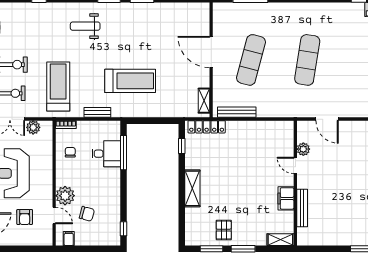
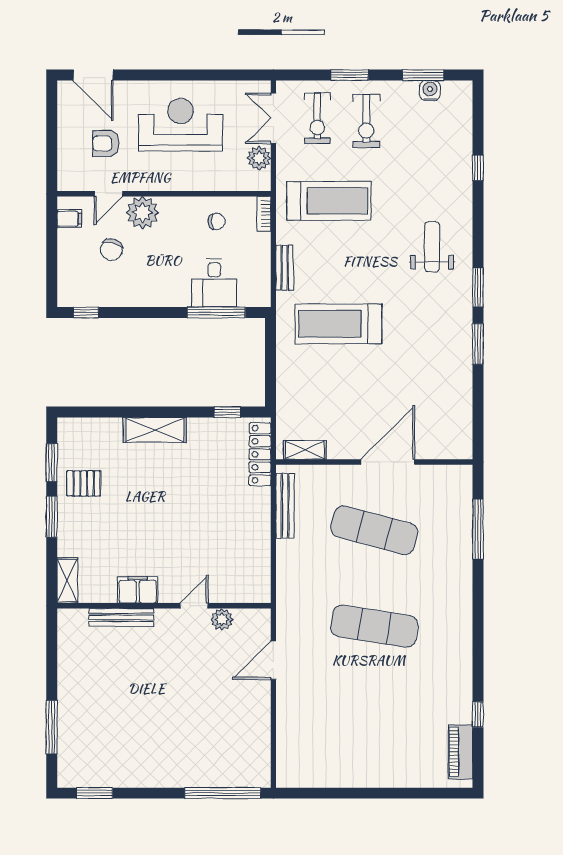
treadmill: (130, 81) -> (338, 324), turned 90

